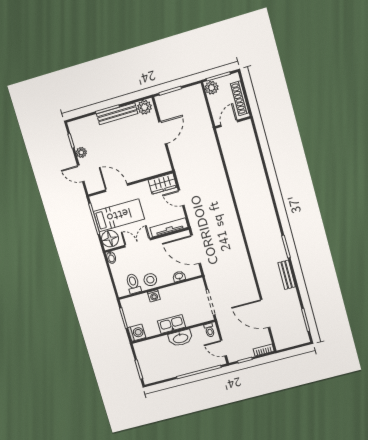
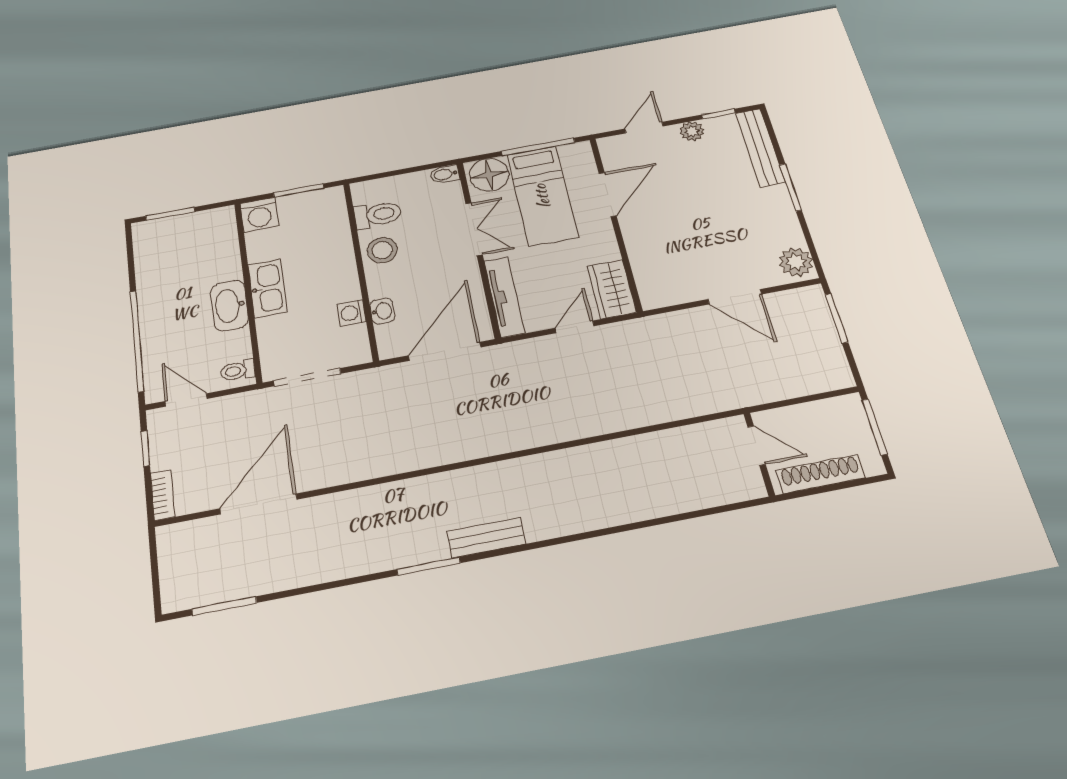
plant: (212, 88) -> (846, 410), removed
bench: (117, 114) -> (760, 147), moved
bench: (287, 275) -> (486, 538), moved
washing machine: (154, 296) -> (352, 313), moved
door: (223, 348) -> (186, 400), hinge flipped

